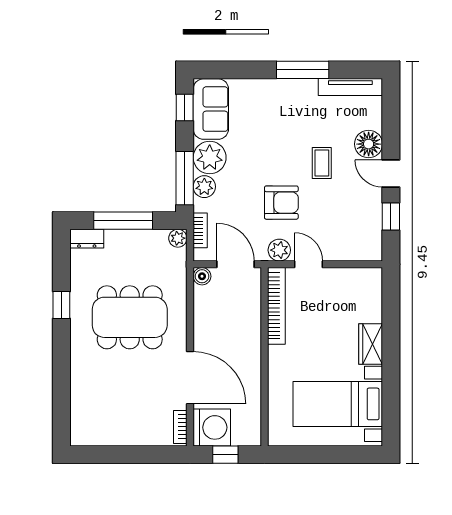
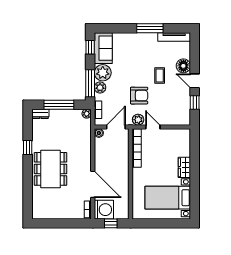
door: (235, 264) -> (116, 127), hinge flipped
dining table: (130, 317) -> (50, 169), moved, turned 90

